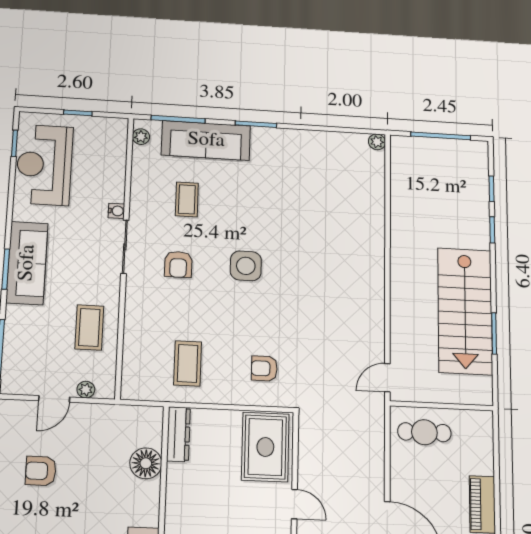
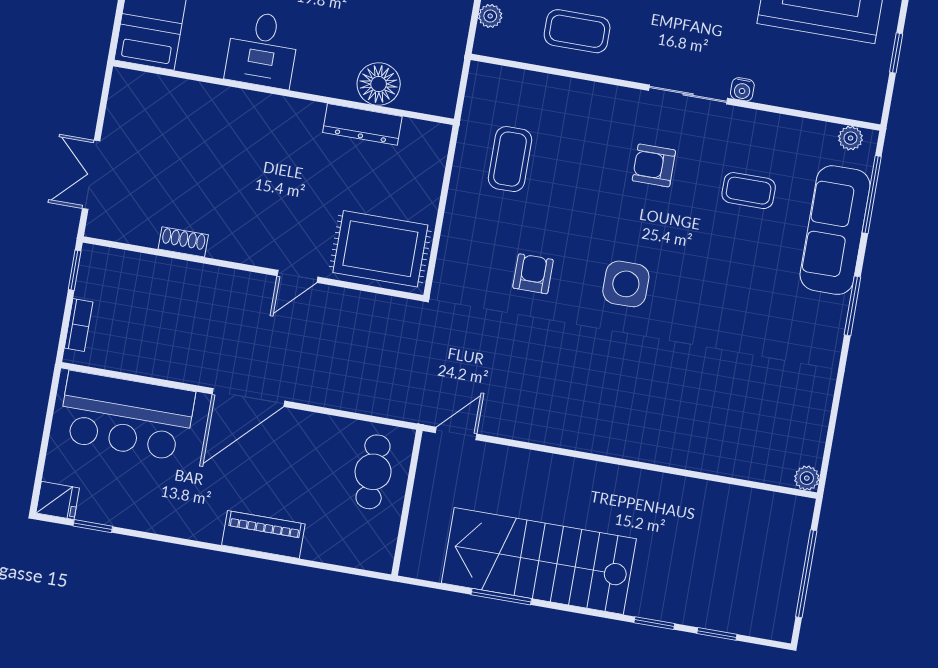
side table: (246, 266) -> (626, 284), moved
coffee table: (188, 363) -> (510, 159), turned 90
armchair: (264, 368) -> (533, 274), moved
door: (387, 378) -> (456, 433), hinge flipped
dresser: (178, 434) -> (362, 124), moved

